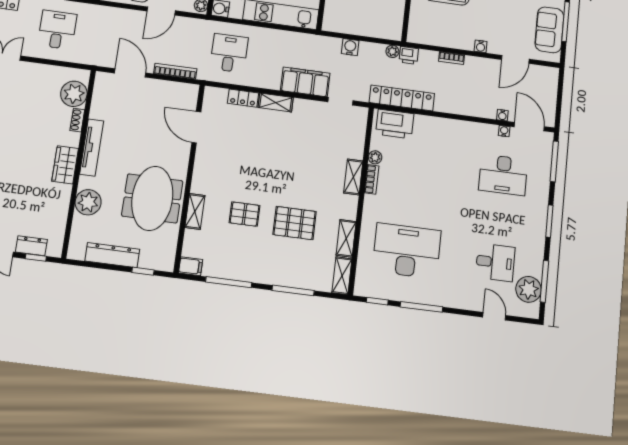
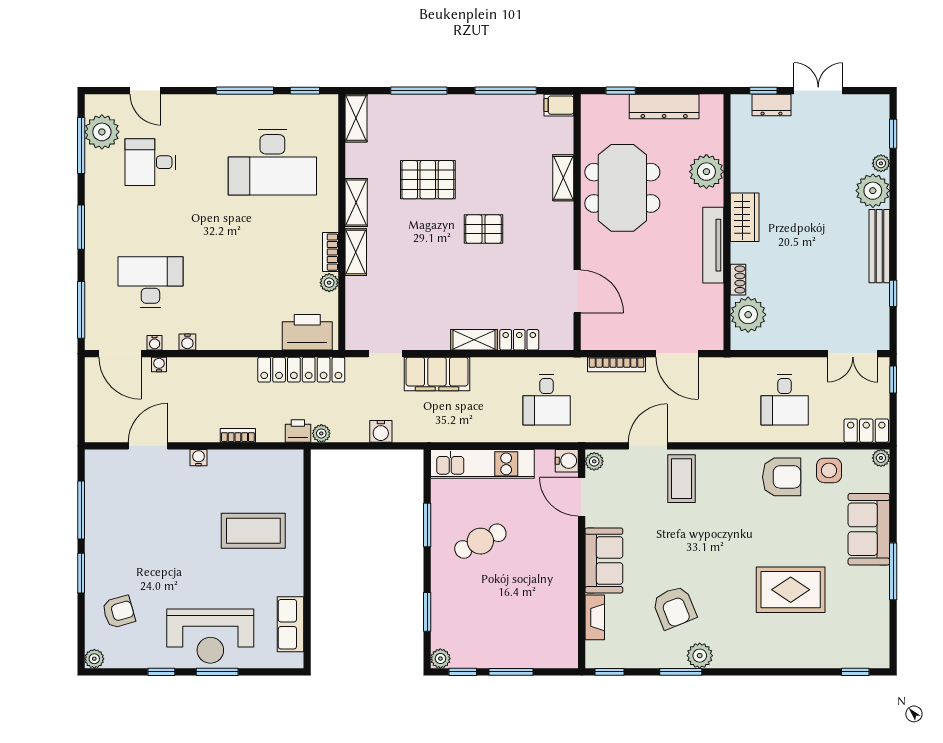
sofa: (549, 30) -> (103, 495), removed
water cooler: (481, 129) -> (187, 342), added
pallet: (245, 214) -> (483, 229), moved
shelving: (346, 238) -> (356, 203), moved

